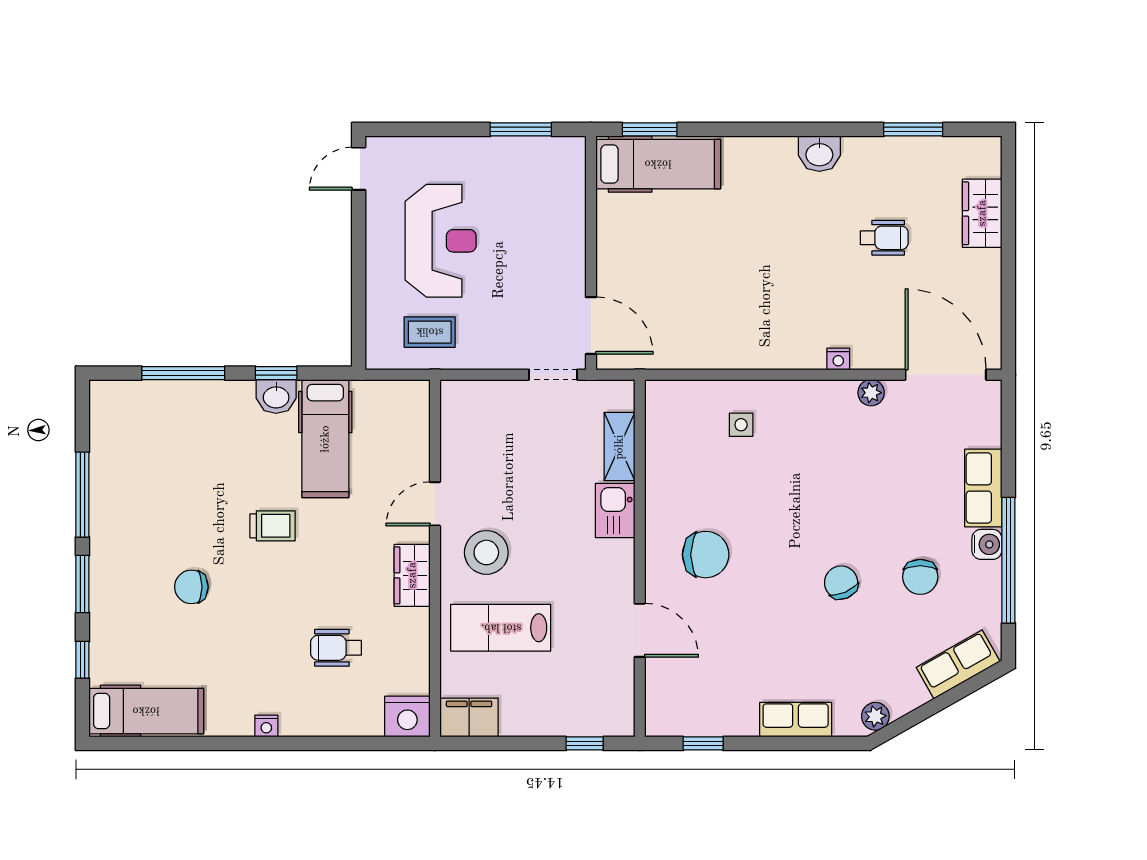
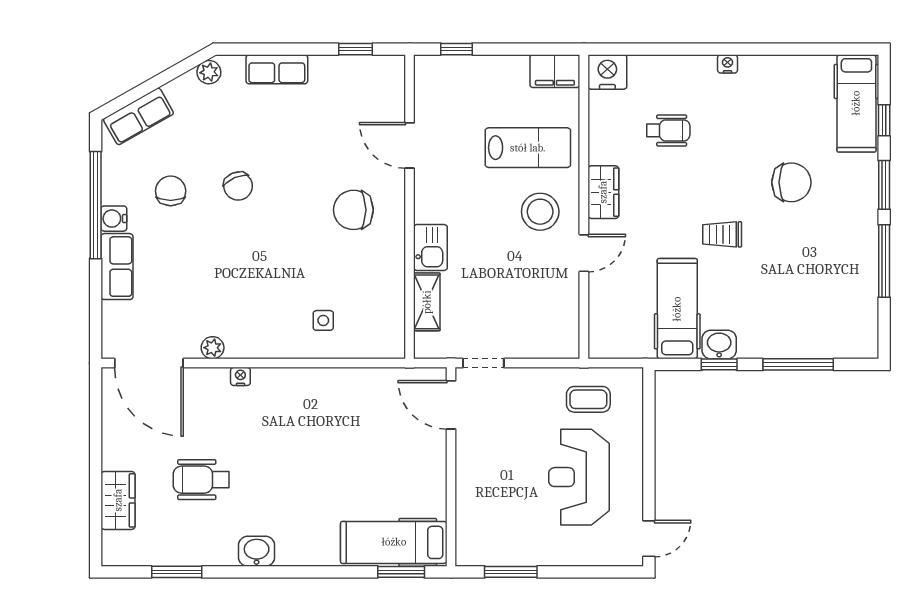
wheelchair: (884, 238) -> (201, 480), width x1.36, depth x1.37
chair: (191, 587) -> (791, 182), width x1.37, depth x1.37
hospital bed: (146, 711) -> (856, 103), moved, turned -90

